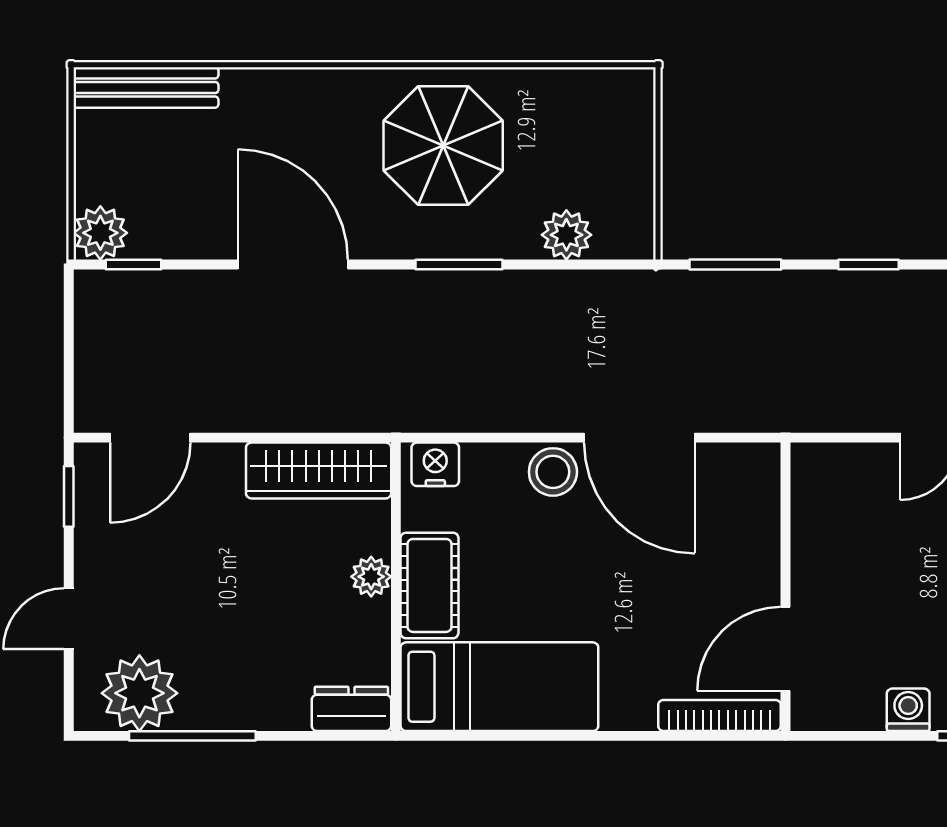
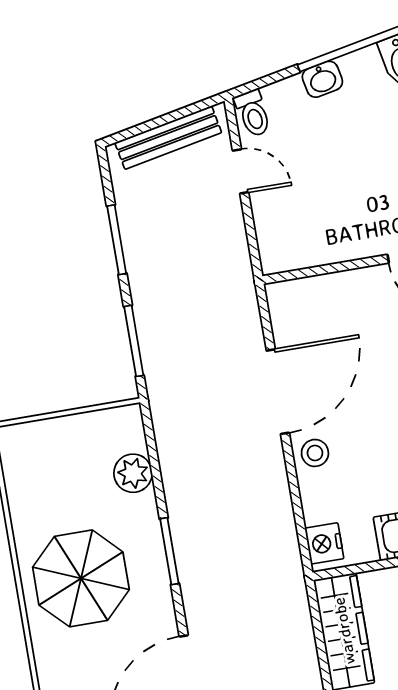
window: (869, 264) -> (117, 240), width x1.50
stool: (553, 472) -> (315, 453), width x0.73, depth x0.73

